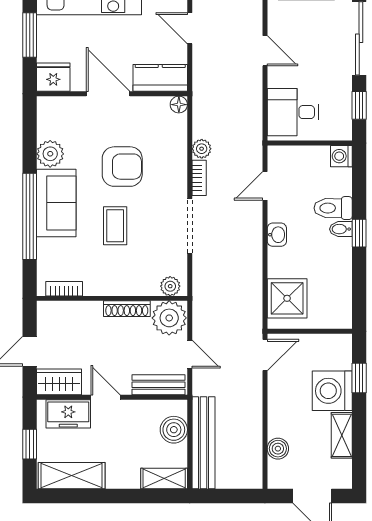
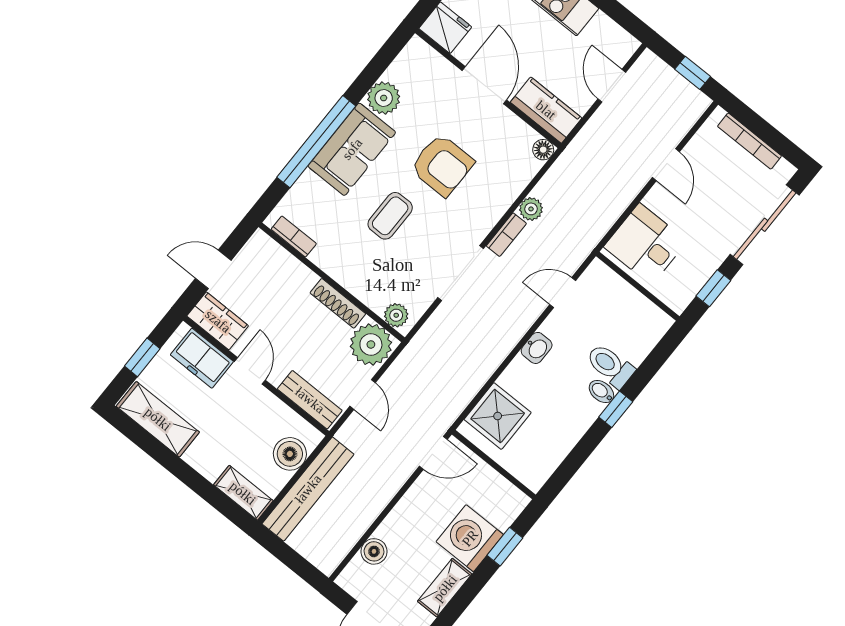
washing machine: (341, 156) -> (658, 323), removed

